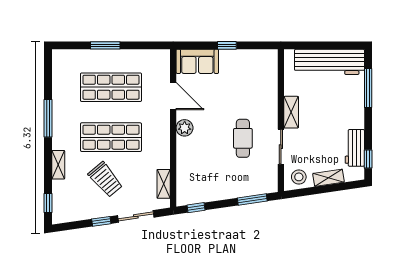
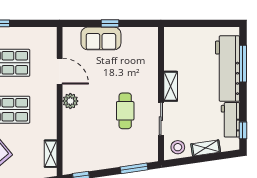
sofa: (197, 61) -> (101, 38), moved
workbench: (330, 62) -> (227, 69), moved, turned 90

